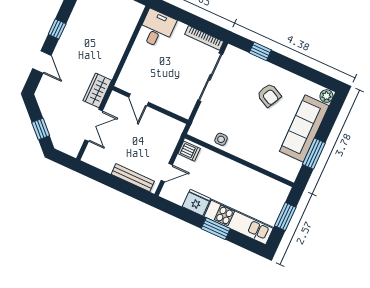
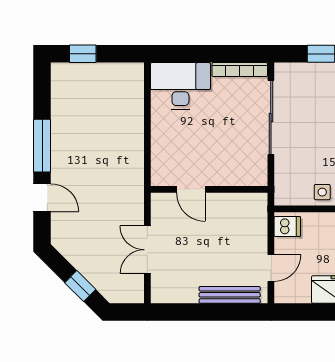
window: (57, 29) -> (42, 146), width x2.17
desk: (157, 29) -> (180, 86), width x1.37
wardrobe: (97, 90) -> (131, 202), removed
double door: (94, 125) -> (147, 250), swing flipped

